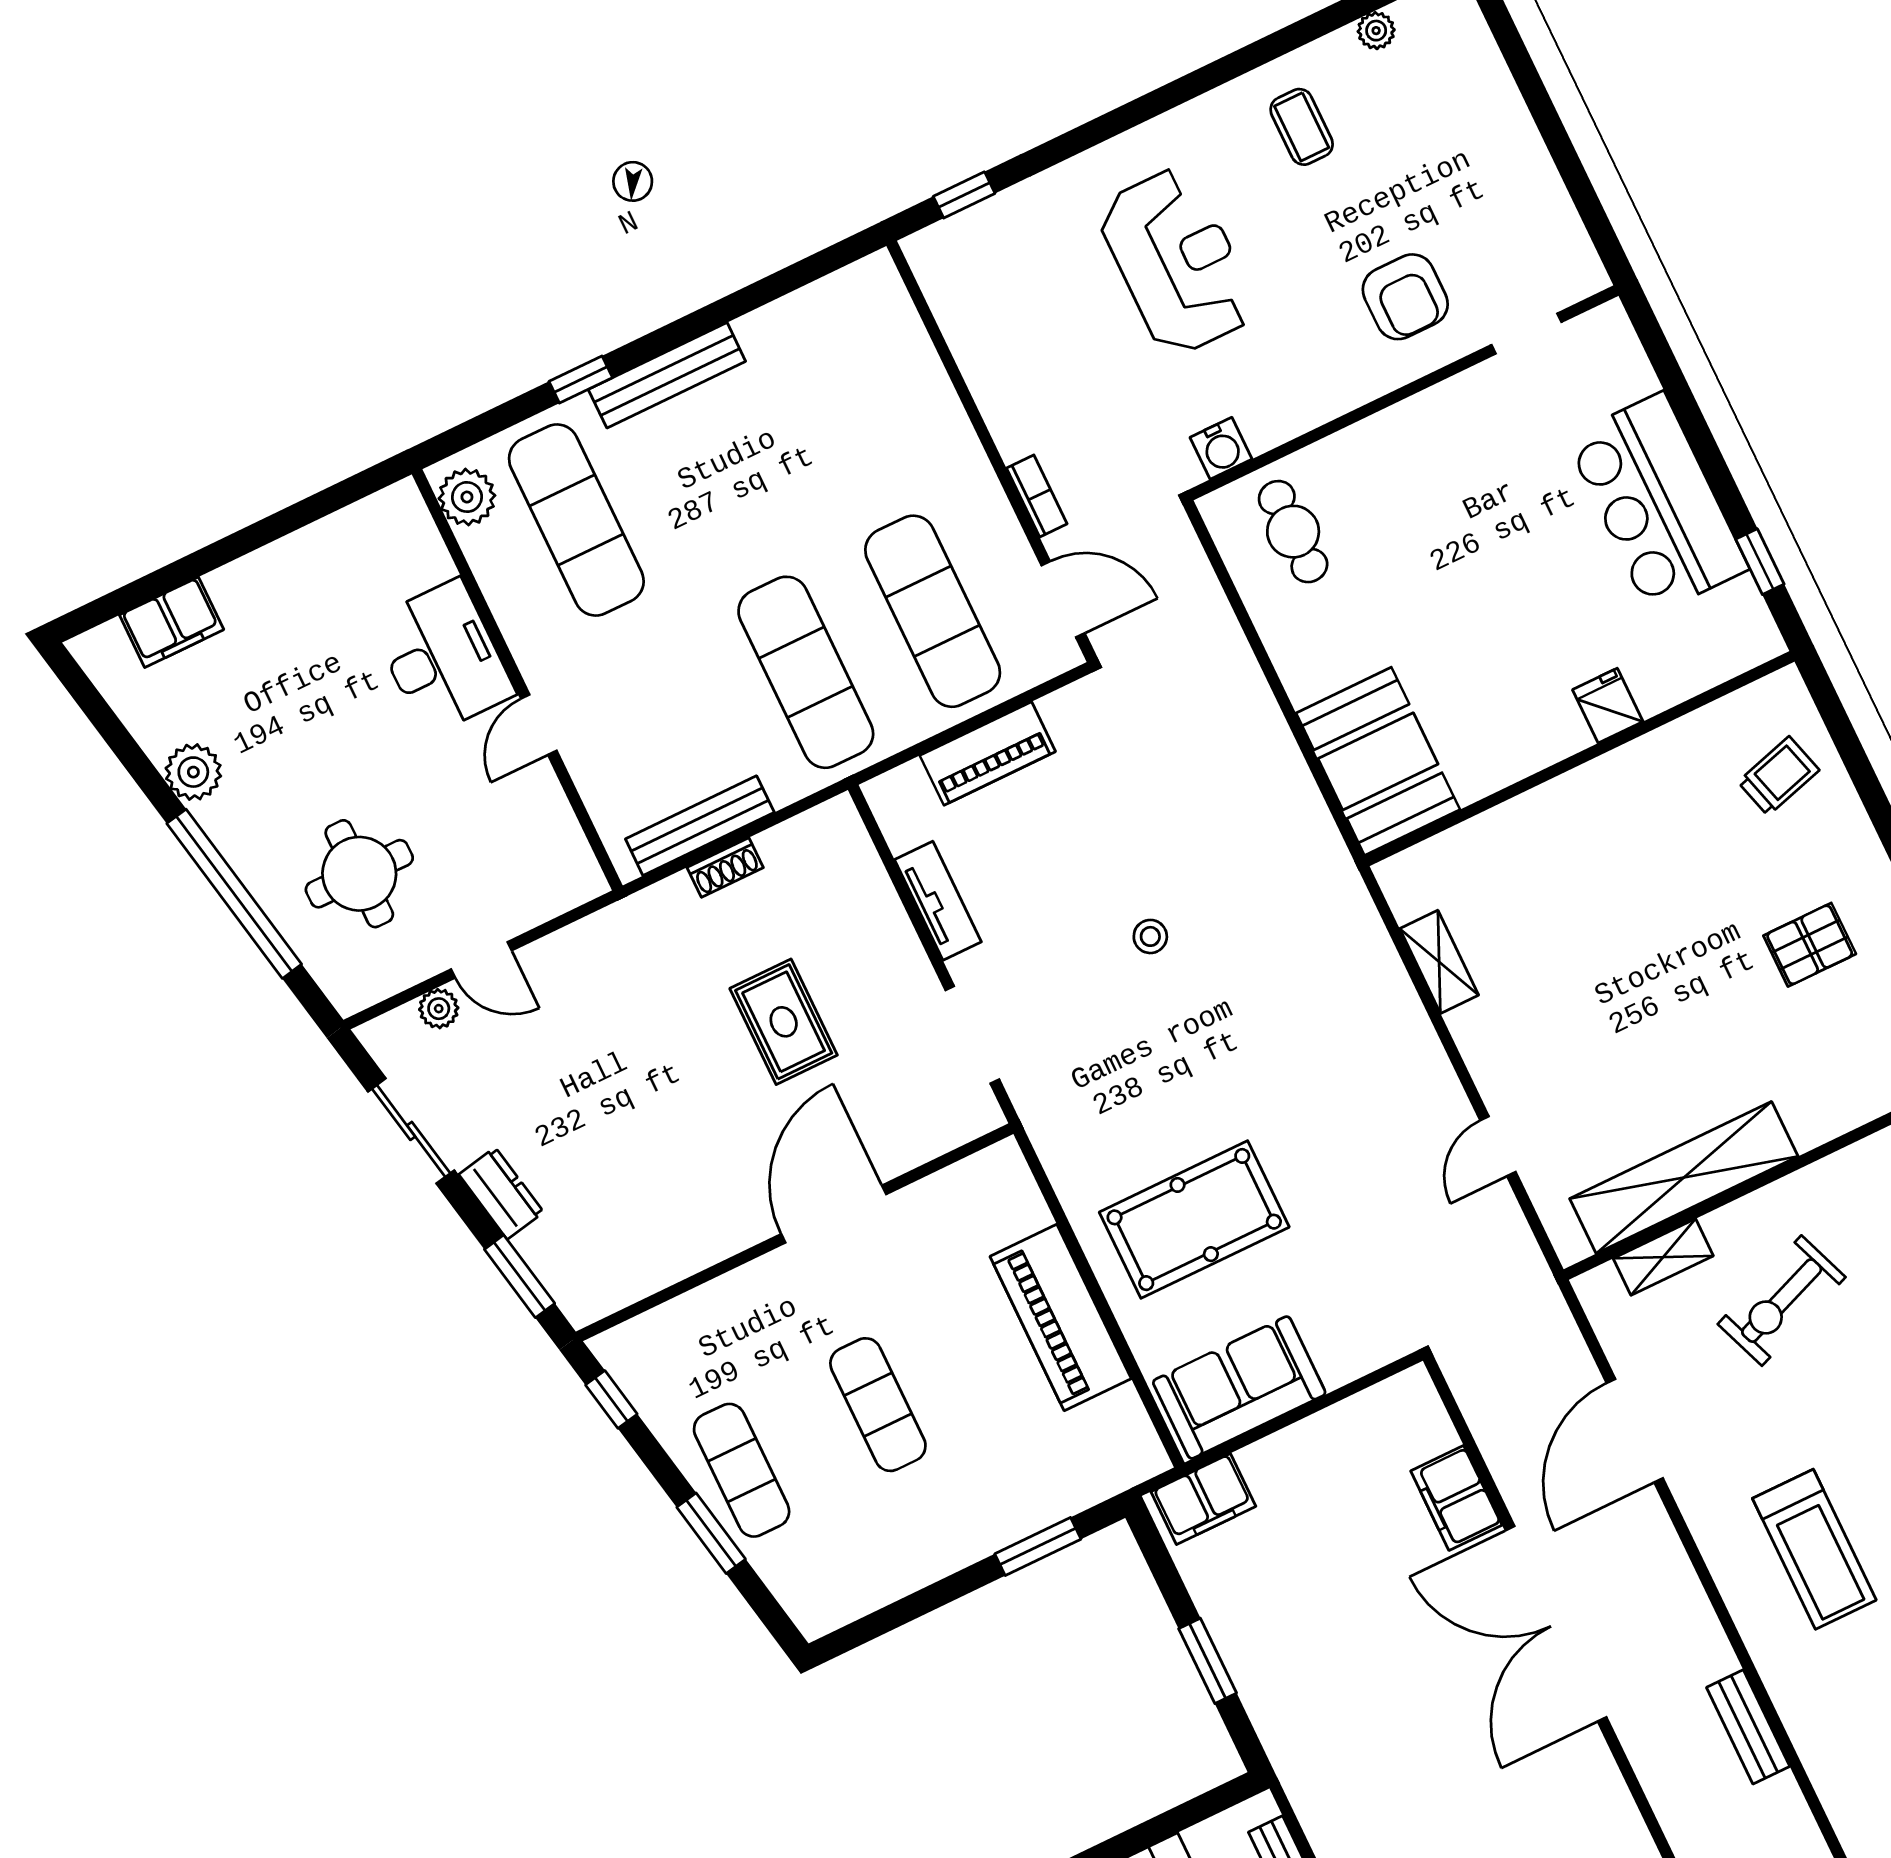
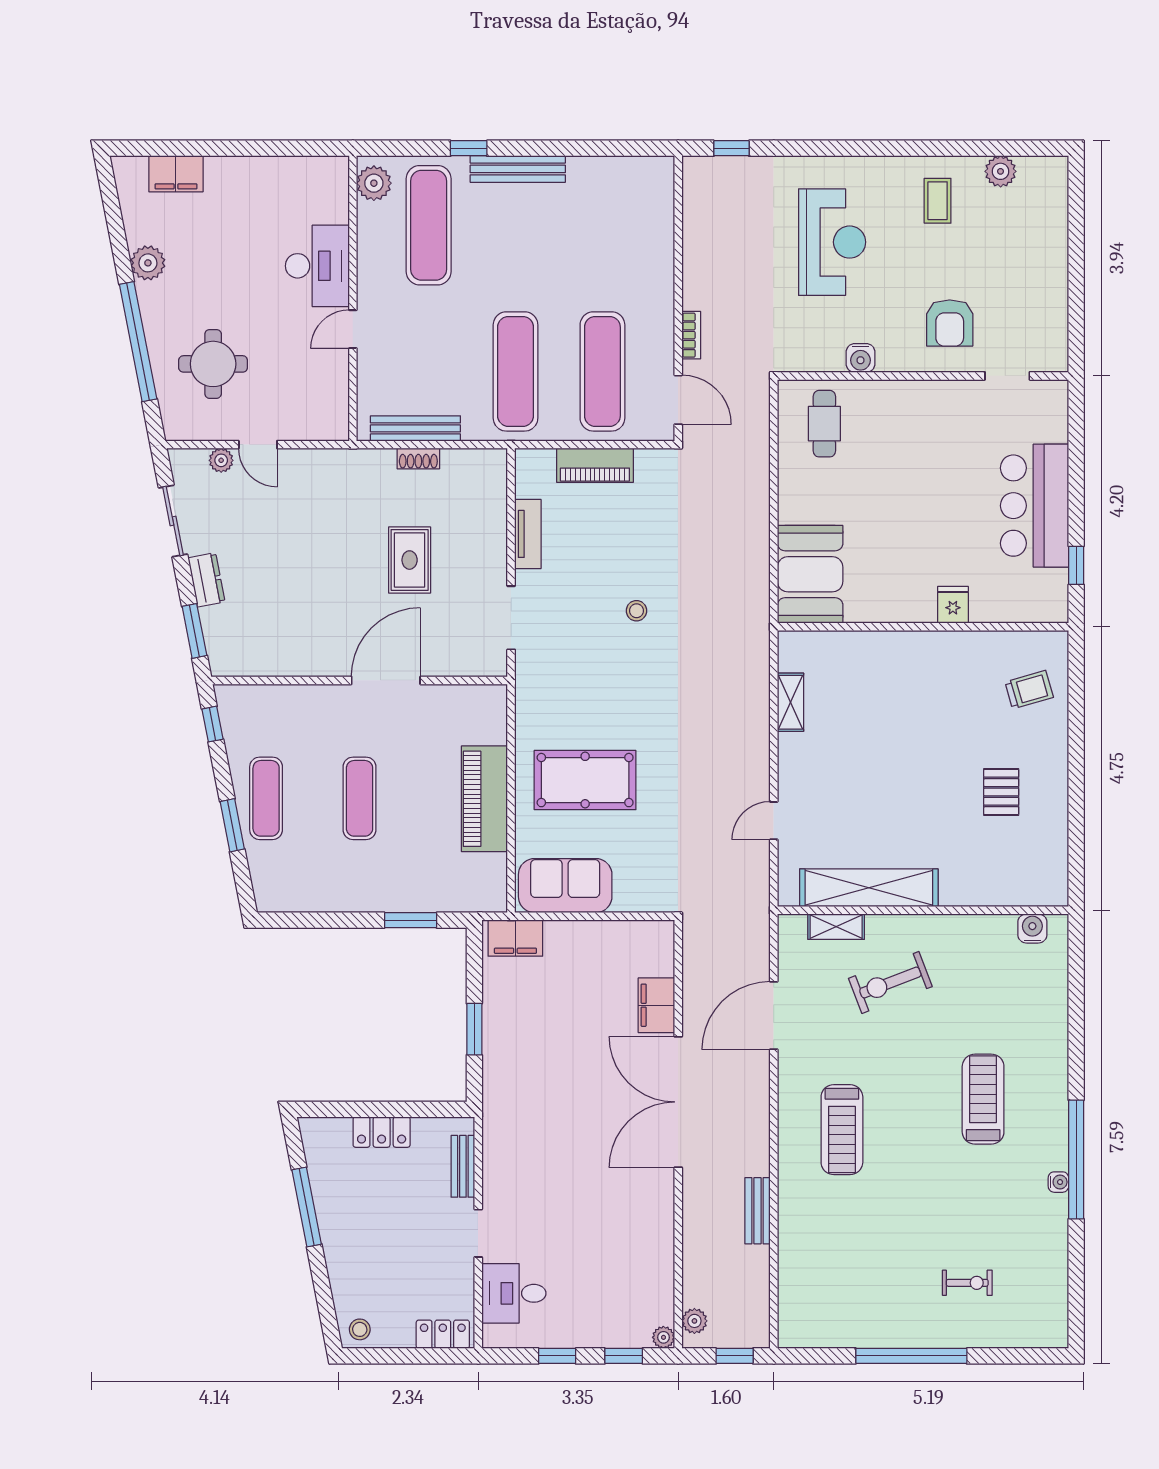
plant: (1376, 31) -> (1001, 171), width x1.38, depth x1.38
water cooler: (1221, 448) -> (861, 358), moved
pallet: (1810, 945) -> (1001, 792), turned 90

